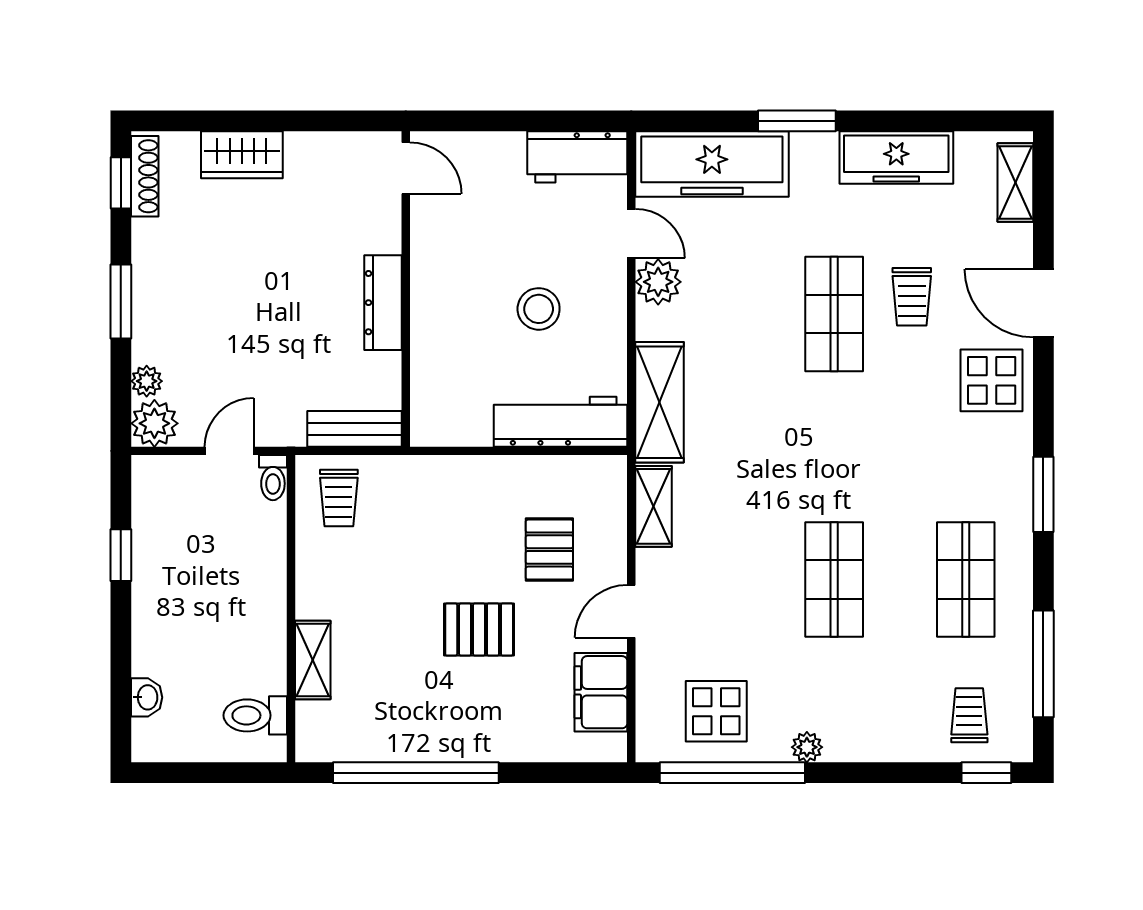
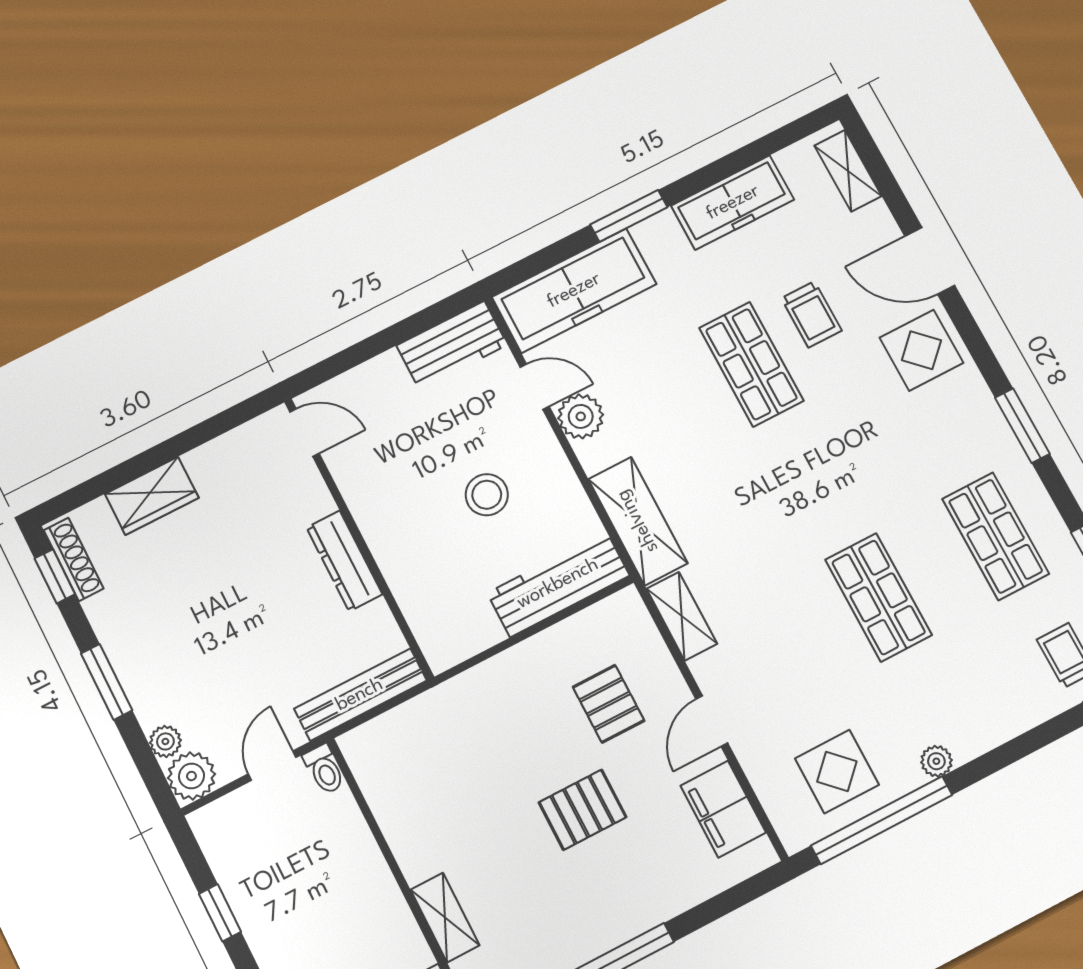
bench: (355, 429) -> (360, 695), width x1.36
trolley: (339, 498) -> (394, 757), removed

